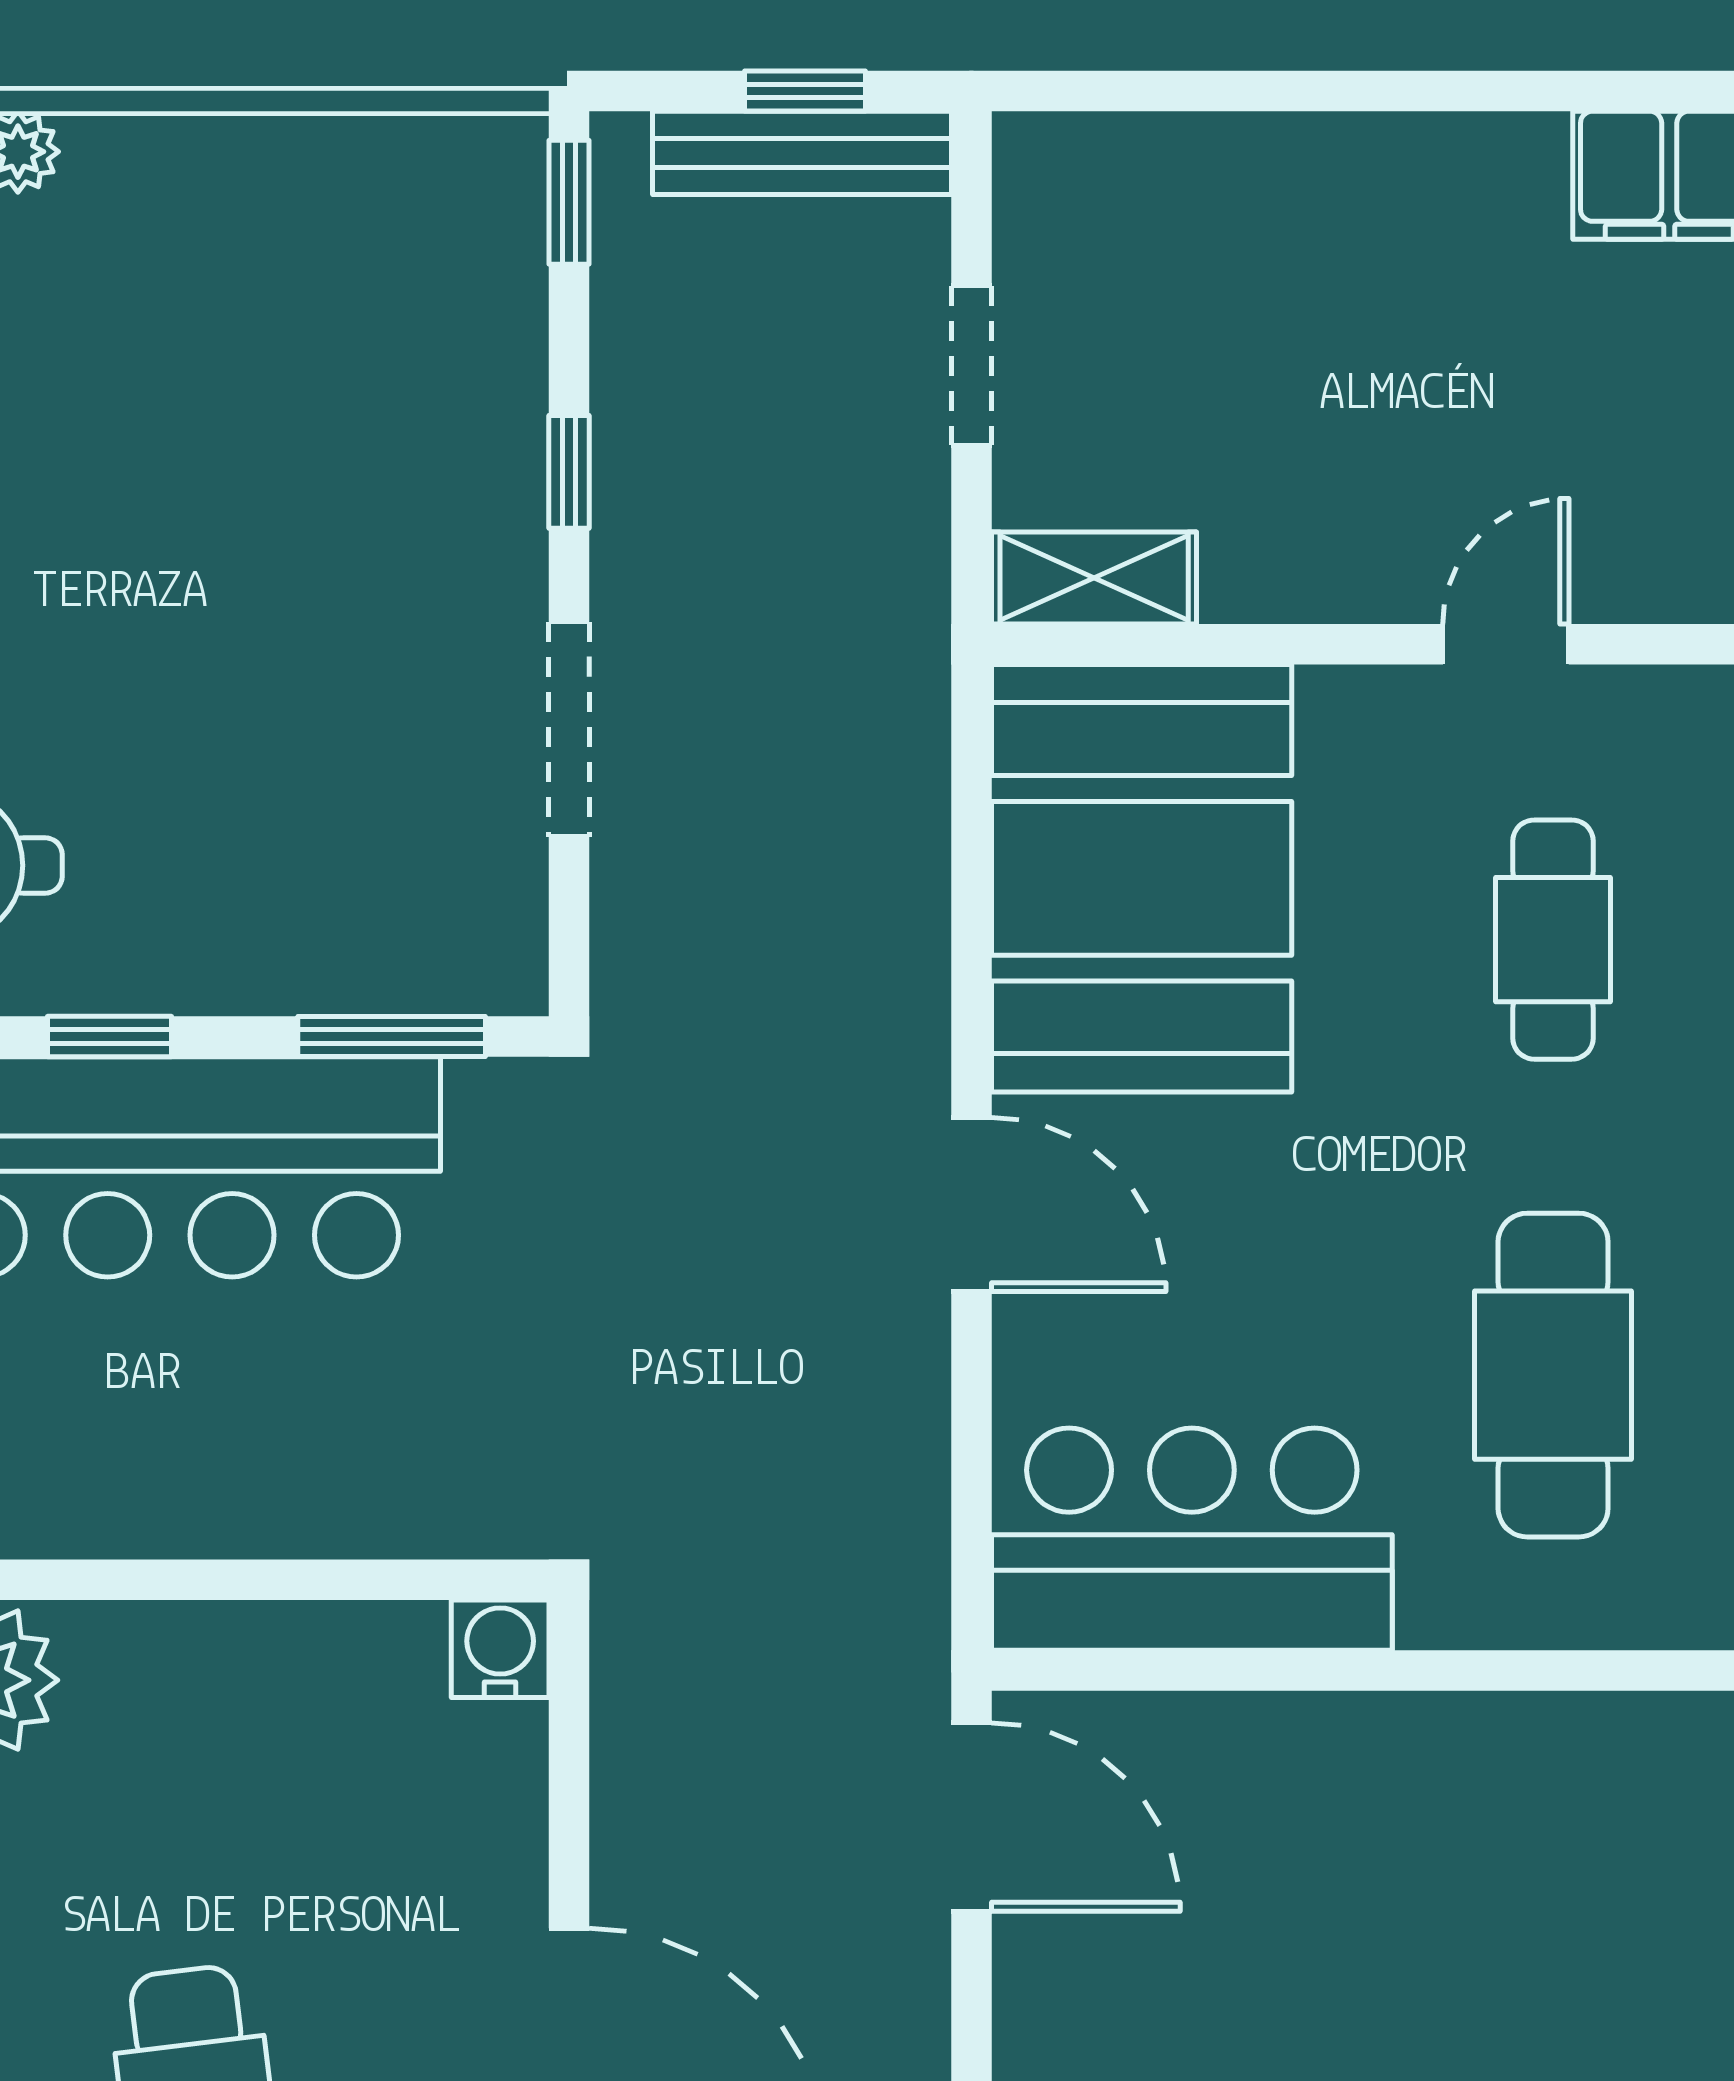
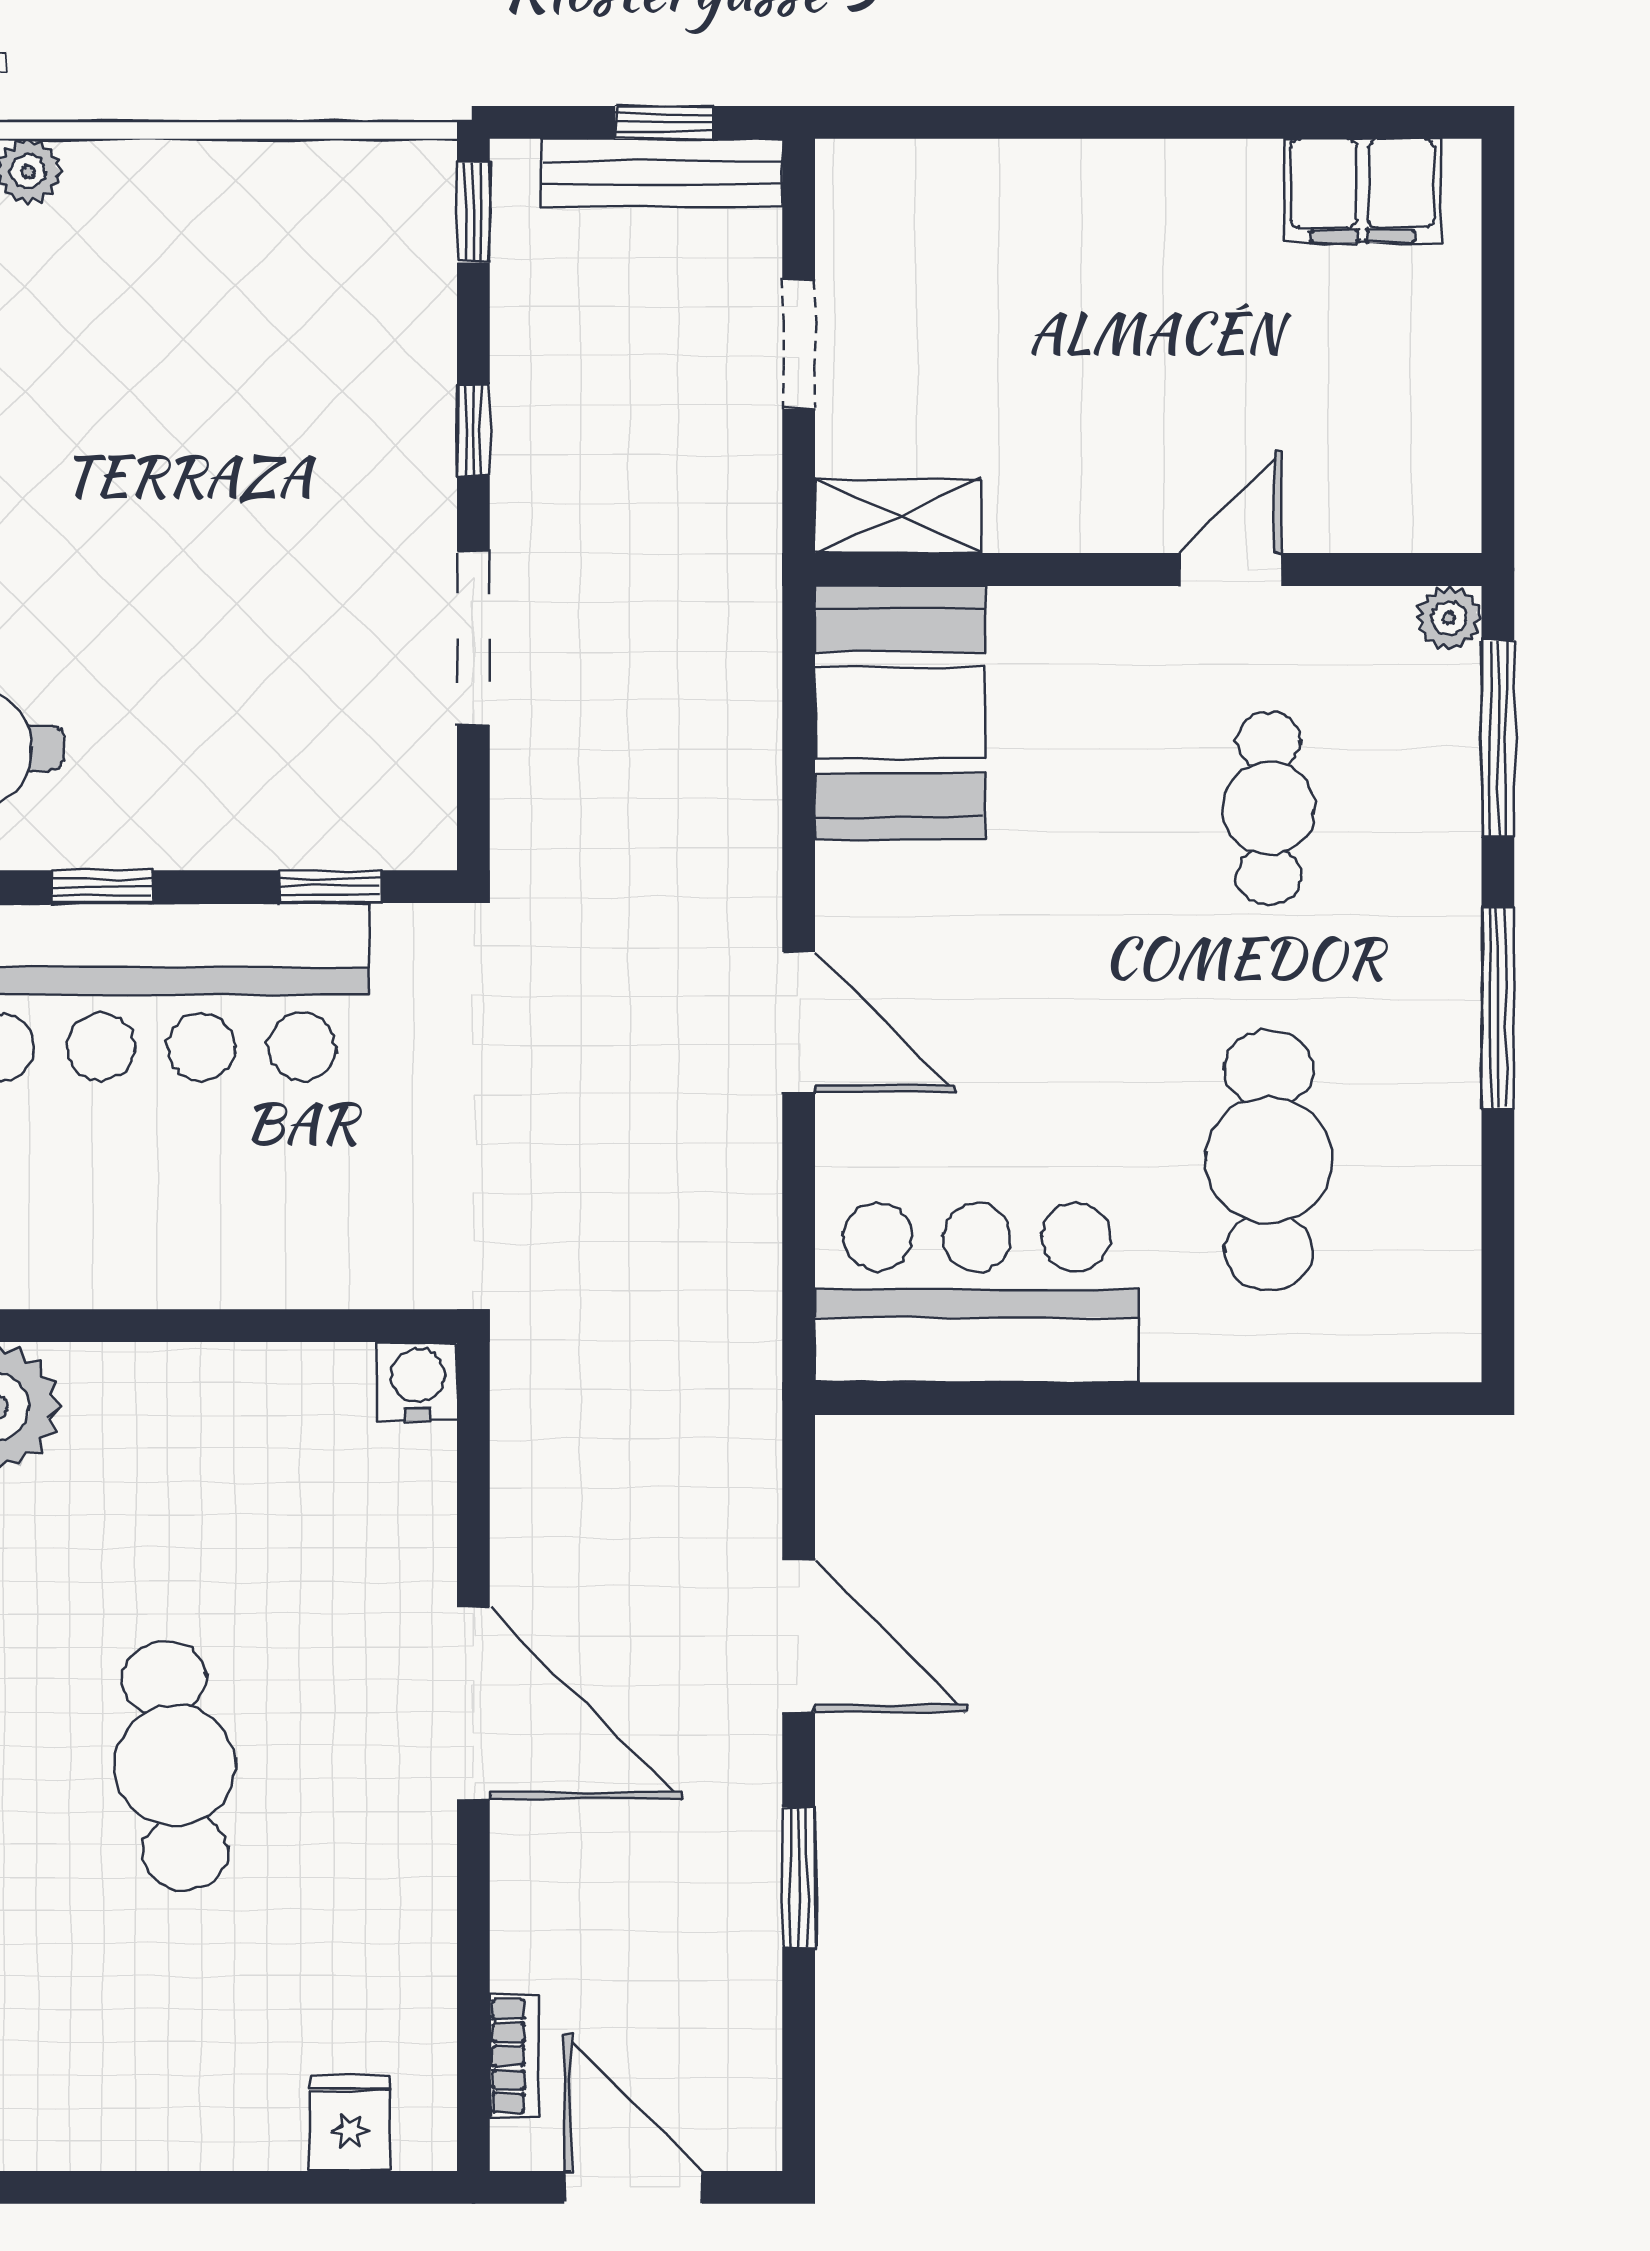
booth: (1142, 878) -> (900, 713), width x0.73, depth x0.70
window: (392, 1037) -> (330, 887), width x0.67
door: (971, 1817) -> (799, 1636), moved

